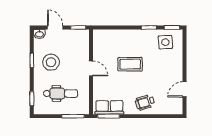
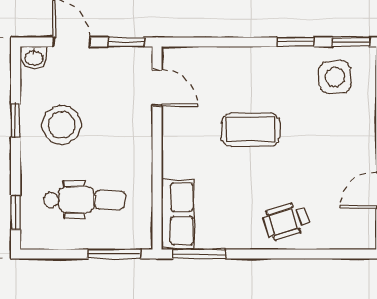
door: (91, 68) -> (157, 88), moved
row of seats: (109, 107) -> (178, 214), moved, turned 90

